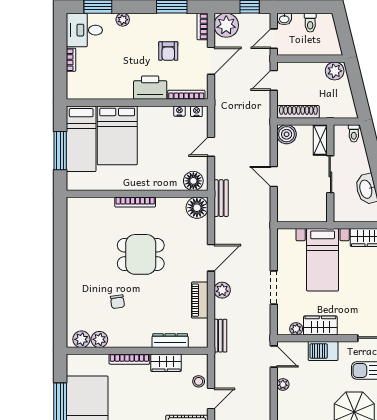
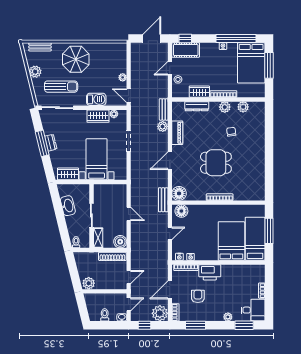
plant: (222, 290) -> (163, 126), moved
plant: (81, 339) -> (225, 107), moved

